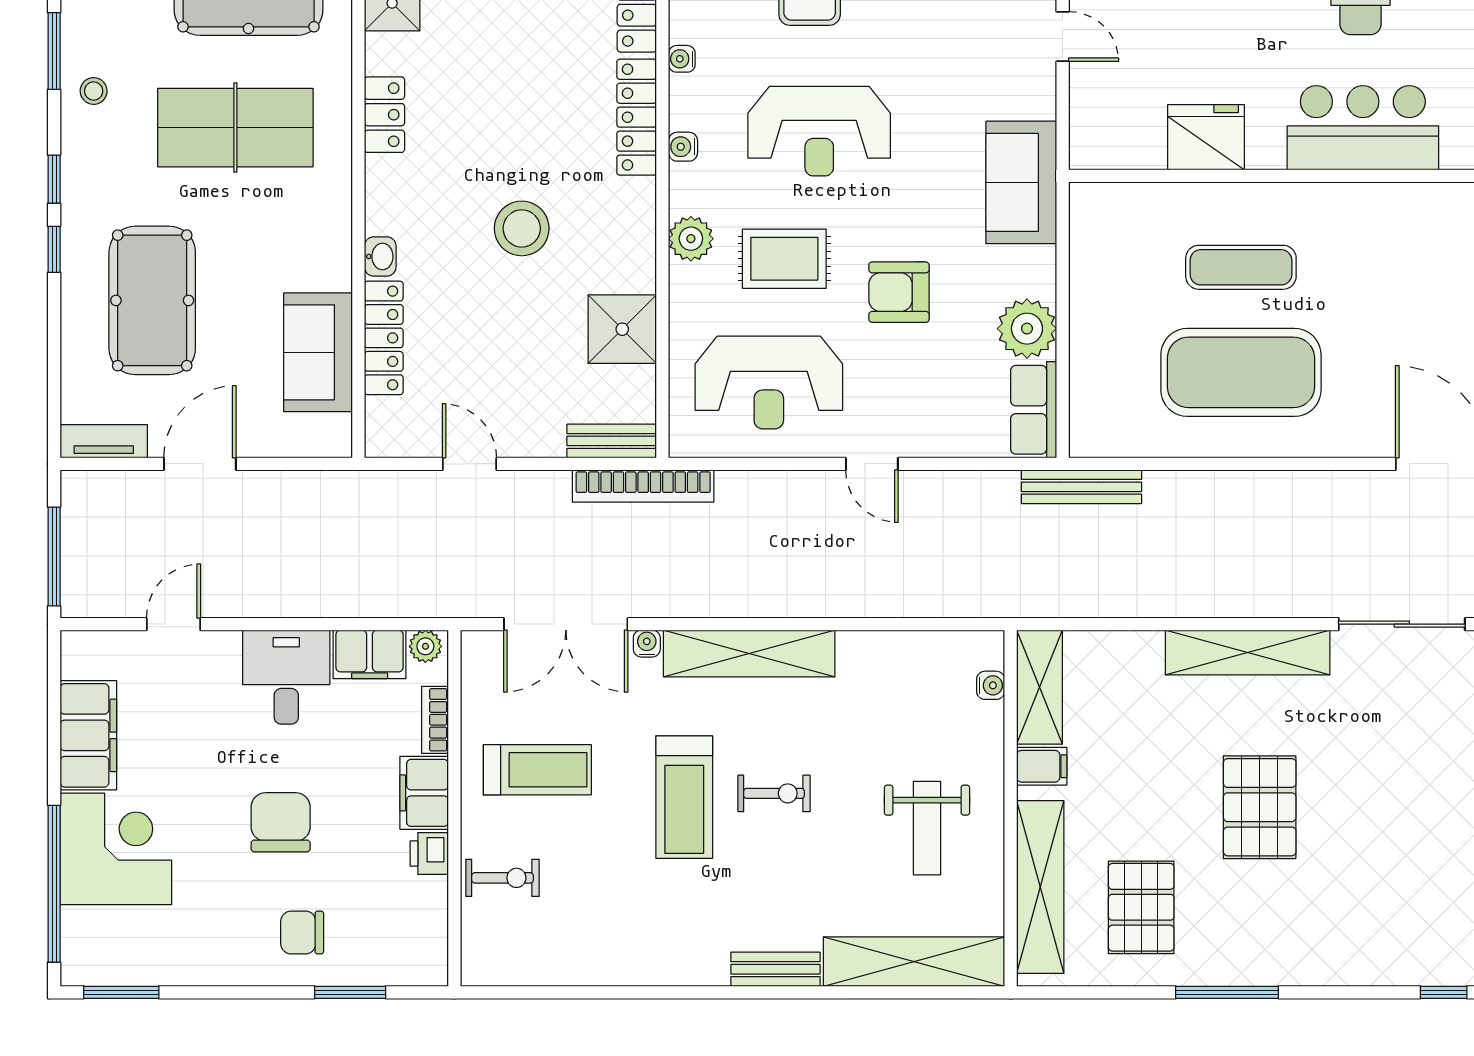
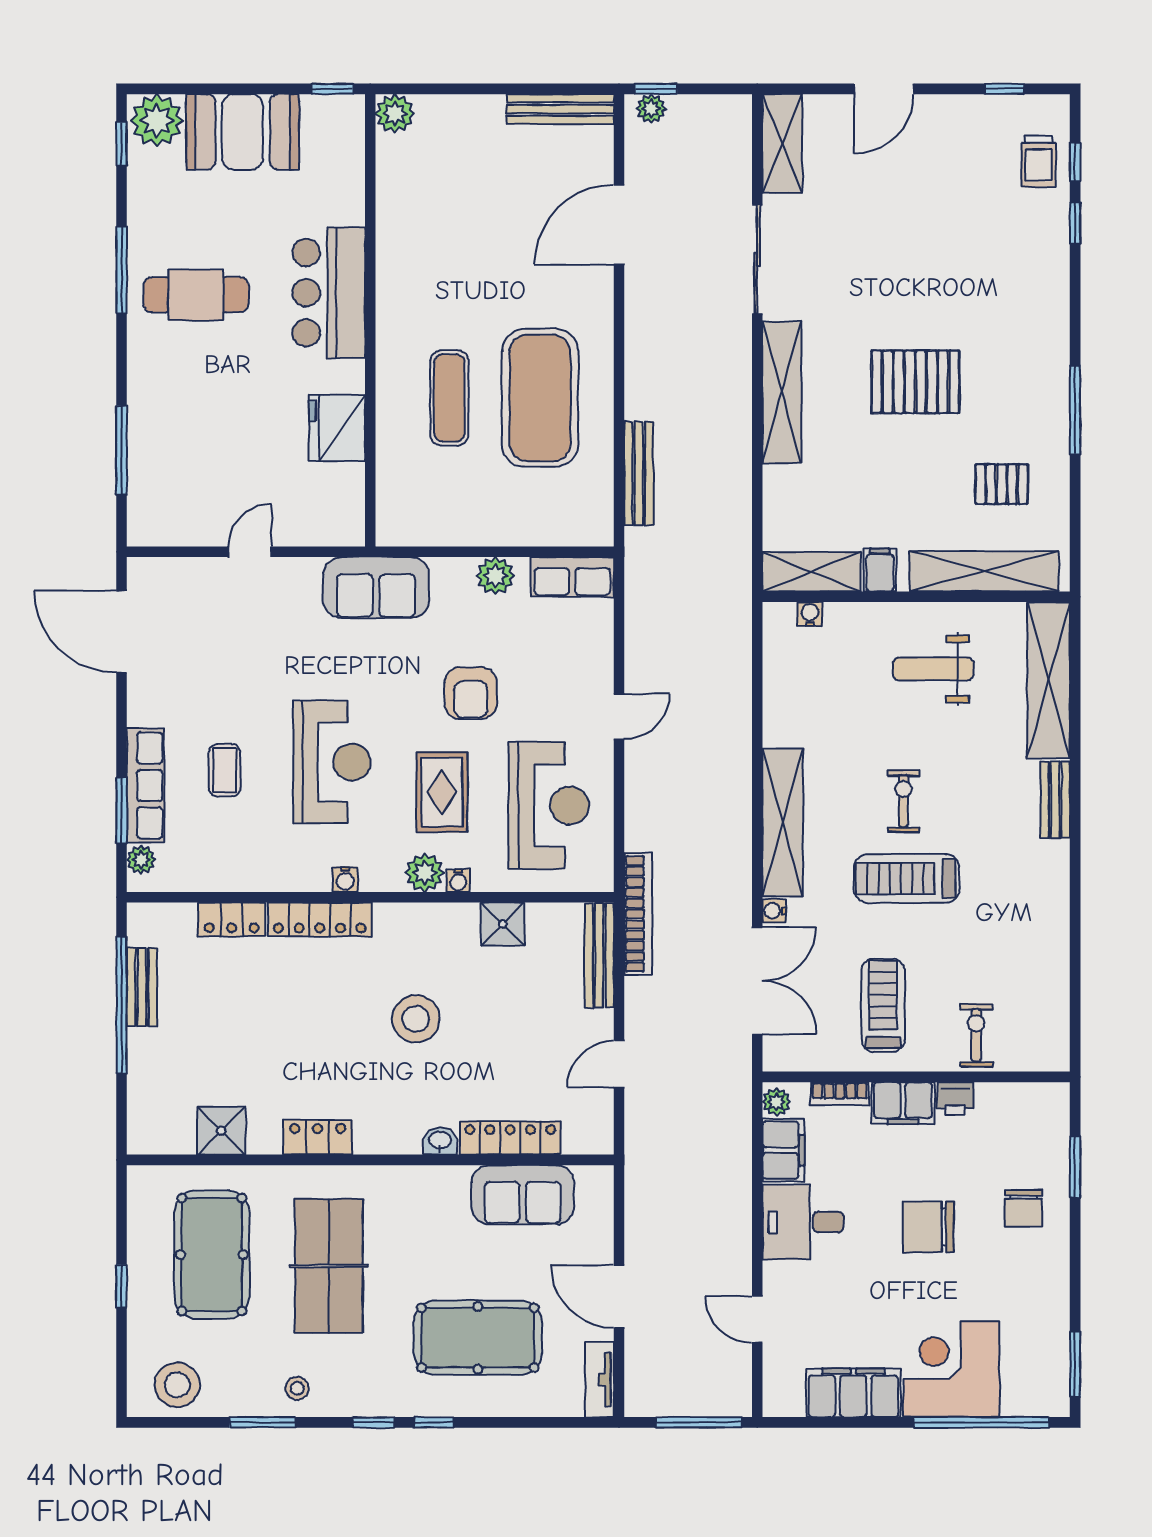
water cooler: (682, 59) -> (458, 881), moved
shower: (622, 329) -> (503, 924), width x0.73, depth x0.73
plant: (1027, 329) -> (495, 576), width x0.73, depth x0.73
bench: (611, 441) -> (599, 955), width x1.36
bench: (1081, 487) -> (639, 474), moved
treadmill: (684, 797) -> (907, 878), turned 180
weight bench: (927, 828) -> (933, 669), turned 180
pallet: (1141, 907) -> (1002, 484), width x0.67, depth x0.71

